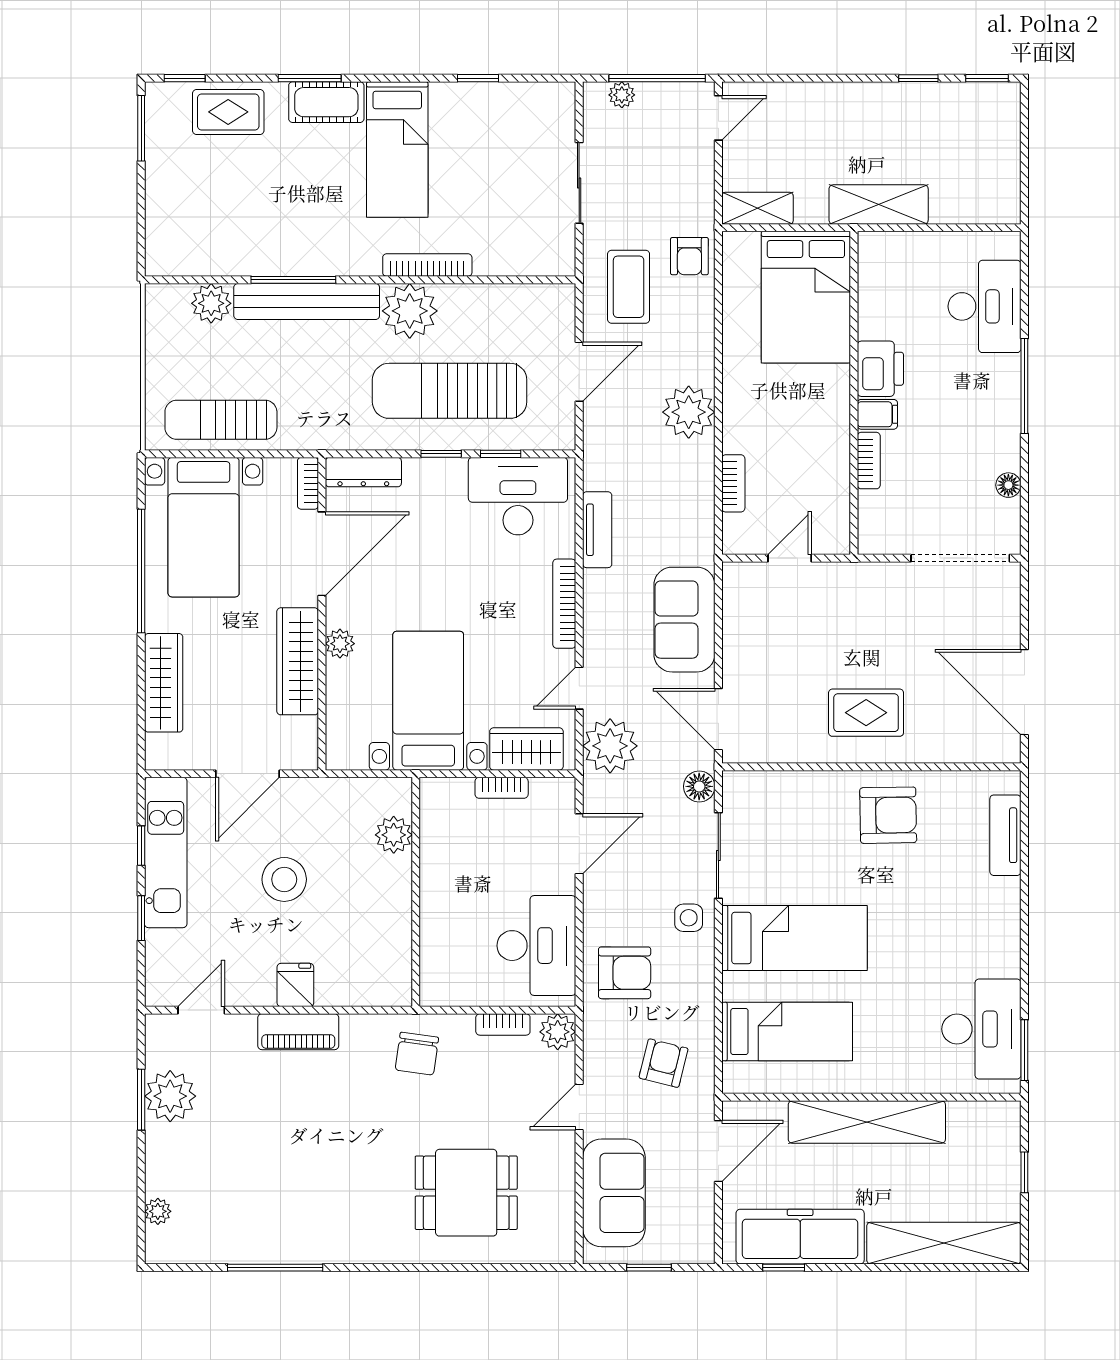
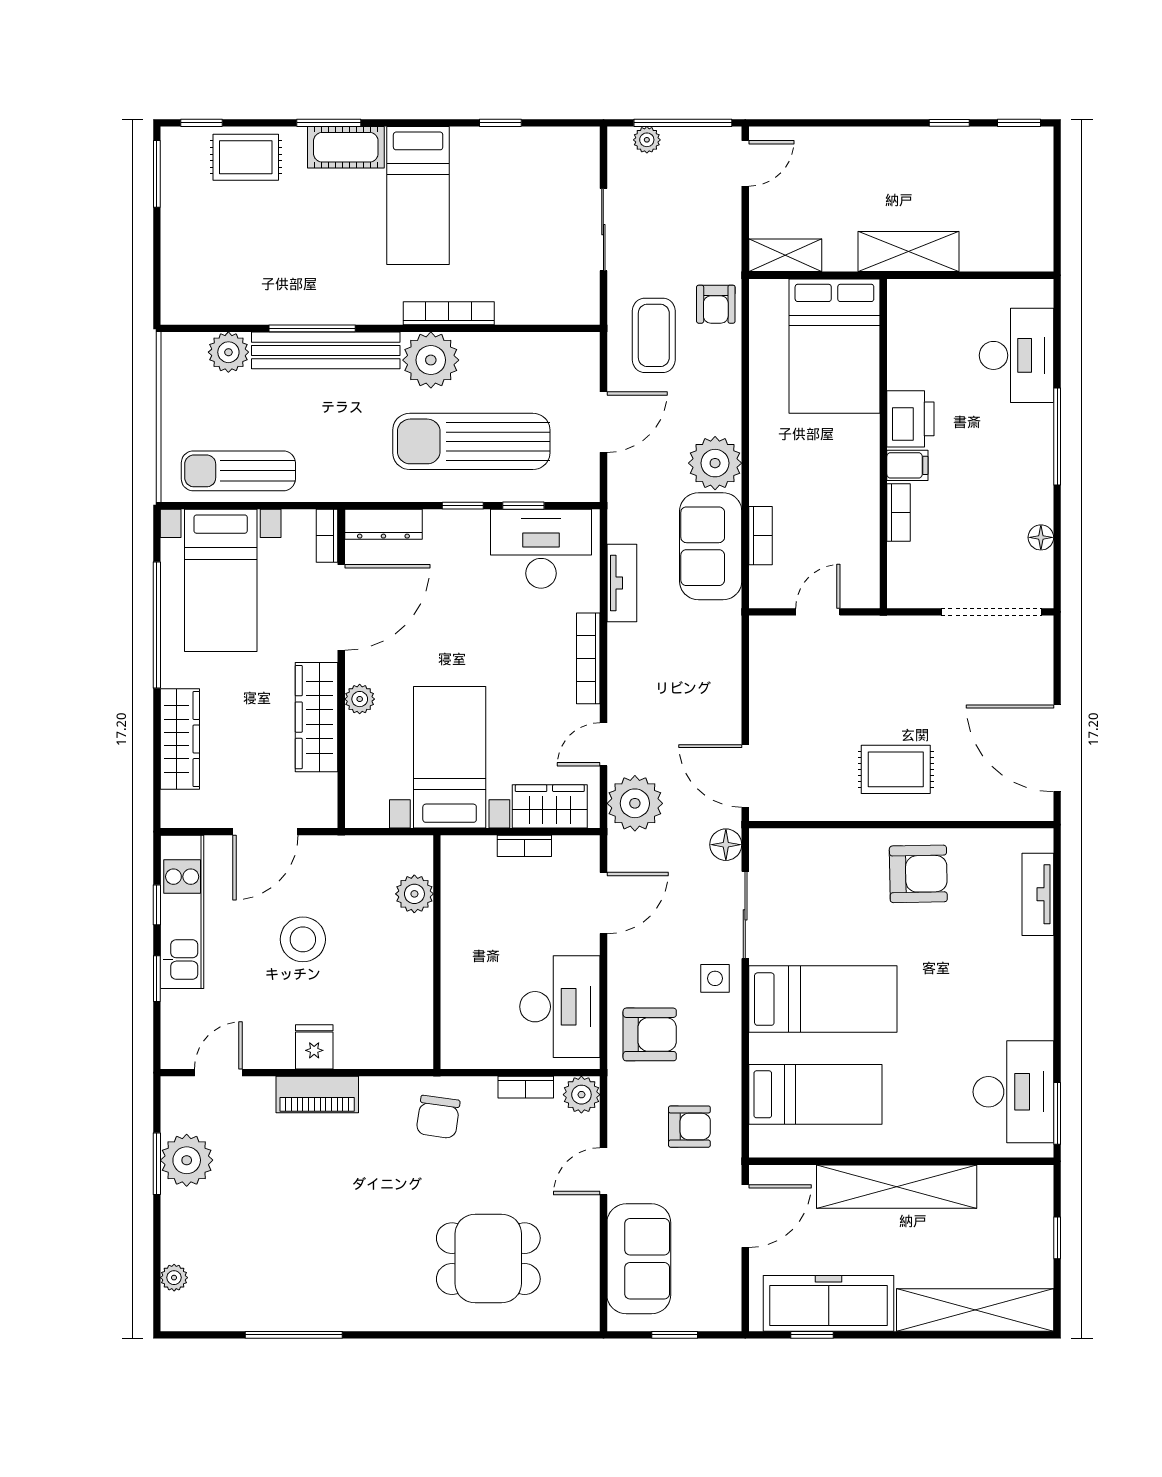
sofa: (684, 620) -> (711, 546), moved
armchair: (664, 1063) -> (689, 1127), turned 76

